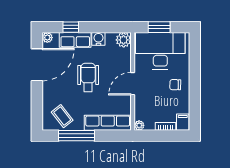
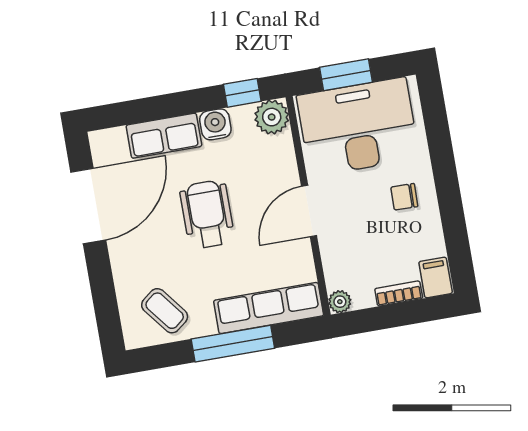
window: (71, 27) -> (242, 93), moved
plant: (47, 38) -> (101, 141), removed
window: (77, 136) -> (233, 344), moved

